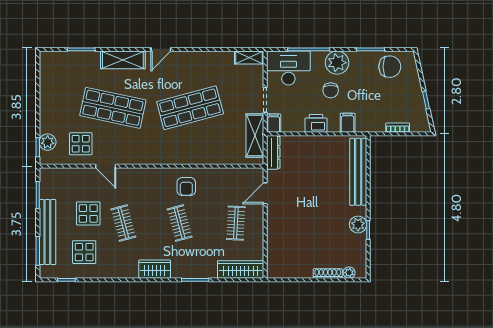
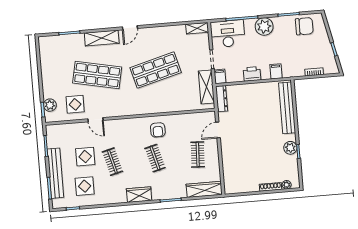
chair: (331, 90) -> (261, 48), removed

